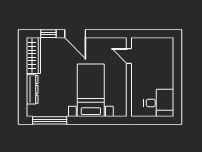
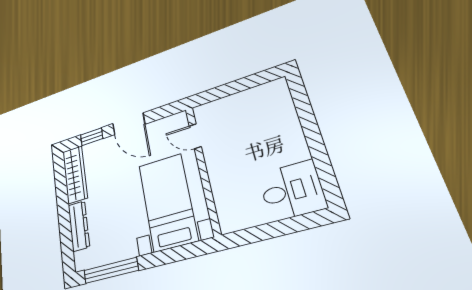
door: (129, 56) -> (195, 136), moved
wall: (129, 77) -> (203, 169), moved

